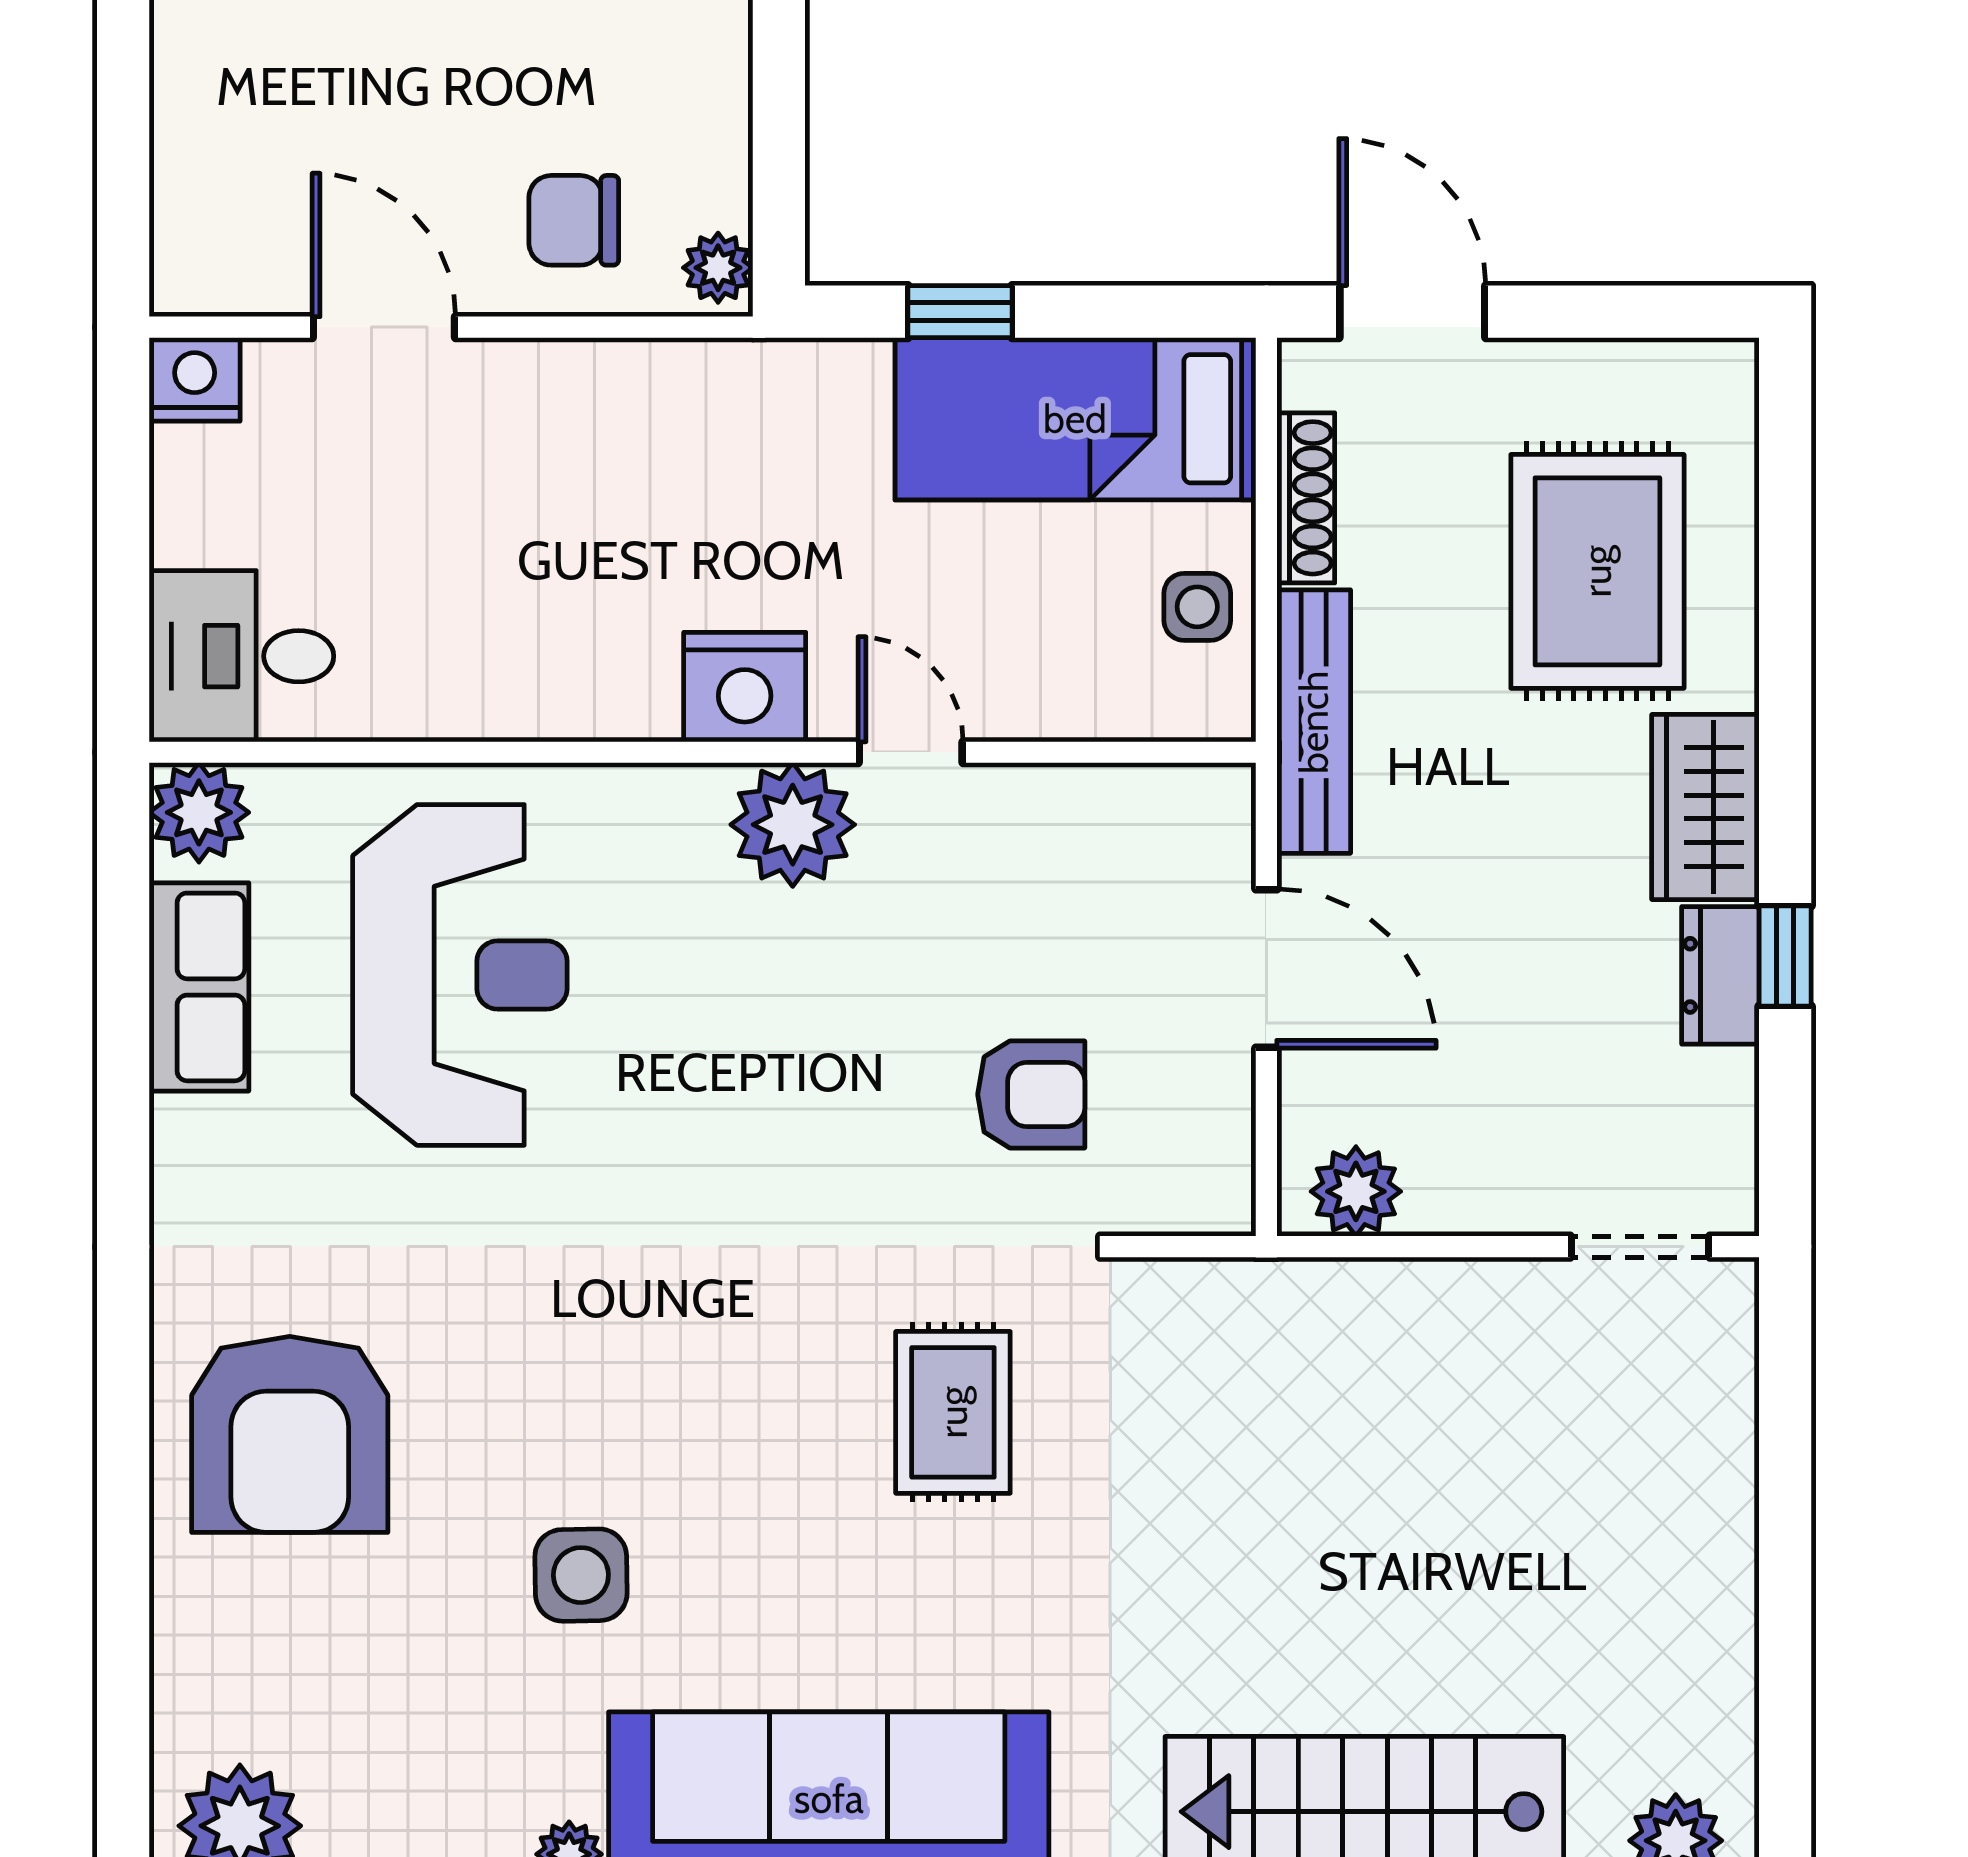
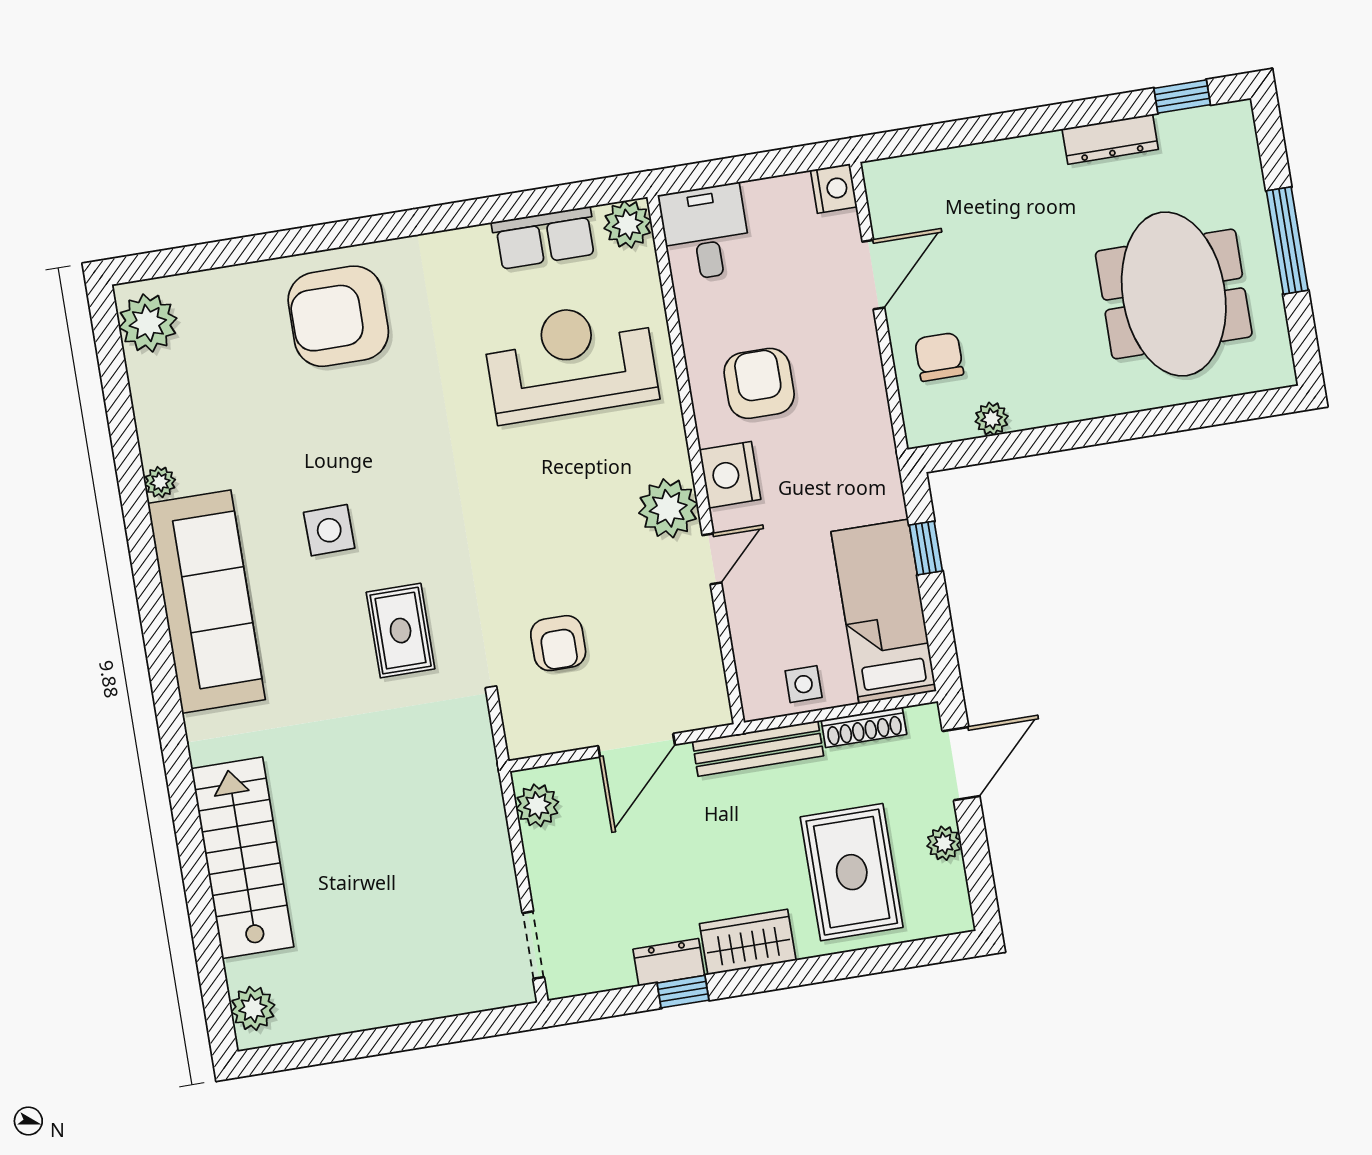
plant: (718, 268) -> (992, 419), moved
plant: (1569, 373) -> (944, 843), added
rug: (1597, 571) -> (852, 872), turned 90
armchair: (568, 597) -> (759, 383), added
reception desk: (460, 975) -> (571, 361), turned 180
rug: (953, 1412) -> (401, 631), turned 90
side table: (581, 1575) -> (329, 530), moved

